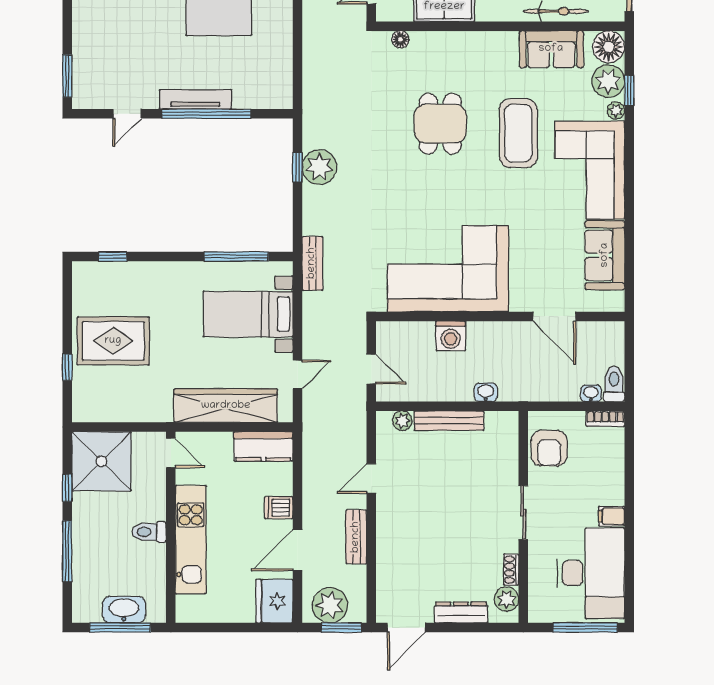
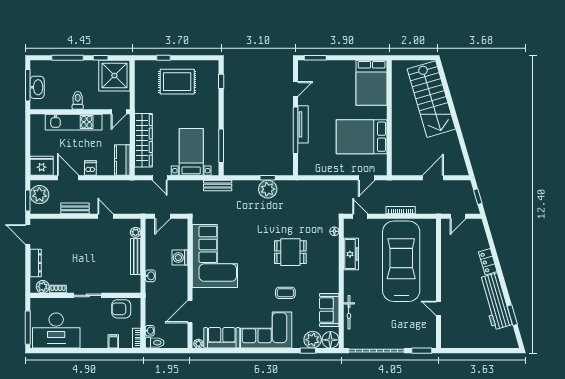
plant: (616, 111) -> (198, 344), moved
door: (127, 114) -> (296, 89), swing flipped
coffee table: (518, 133) -> (285, 293), width x0.54, depth x0.58
rug: (113, 341) -> (177, 82), turned 90
filing cabinet: (612, 516) -> (113, 341), moved

